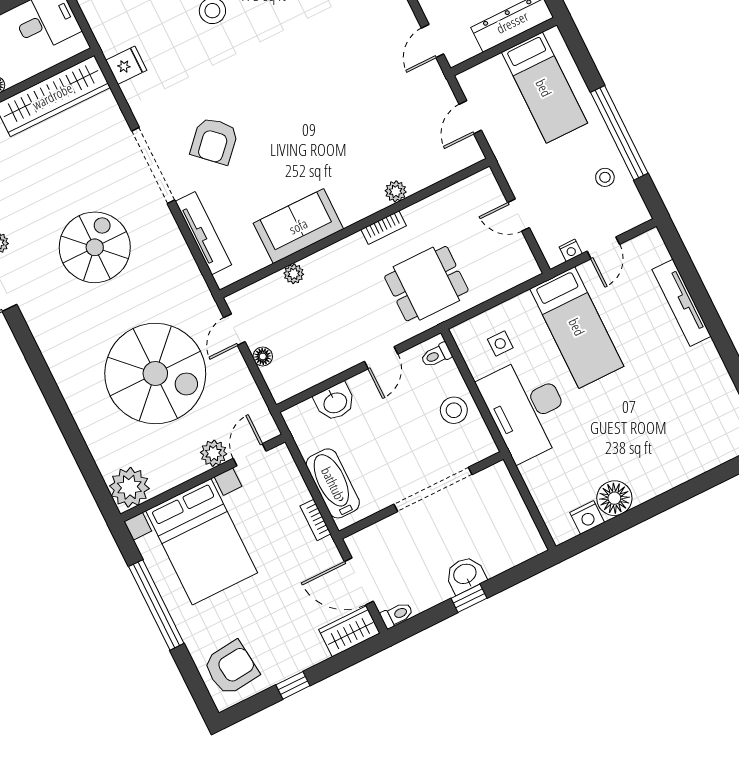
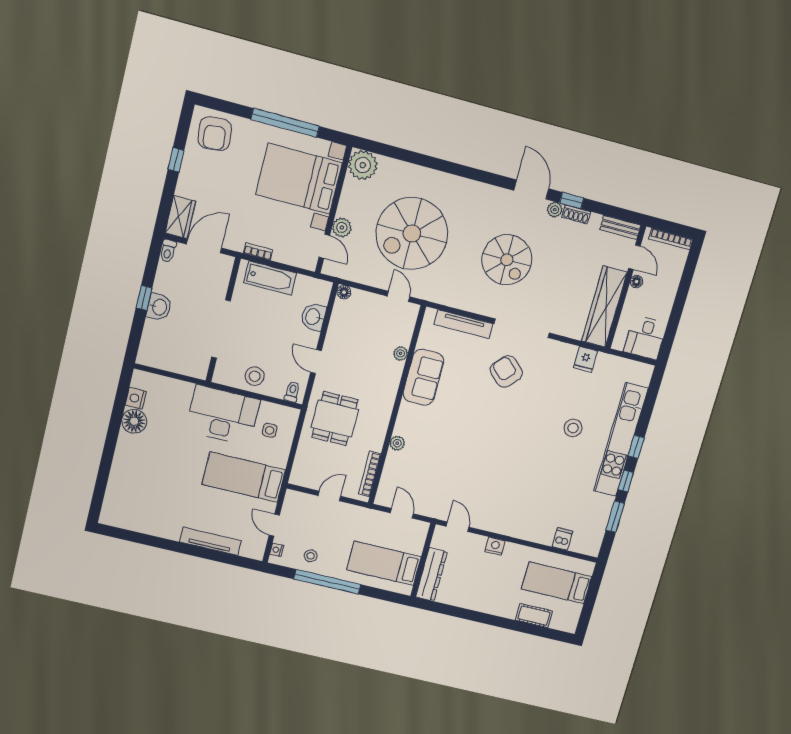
bookcase: (384, 228) -> (370, 474), moved, width x1.56
nightstand: (571, 250) -> (277, 550), moved
floor lamp: (263, 356) -> (344, 292), moved

